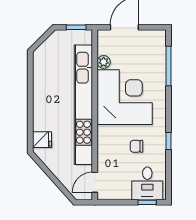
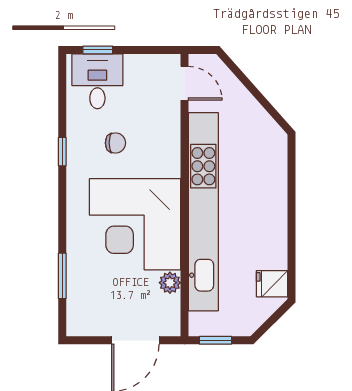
window: (169, 66) -> (62, 276), width x0.69
fridge: (42, 140) -> (272, 284), moved
door: (95, 182) -> (185, 83), hinge flipped

